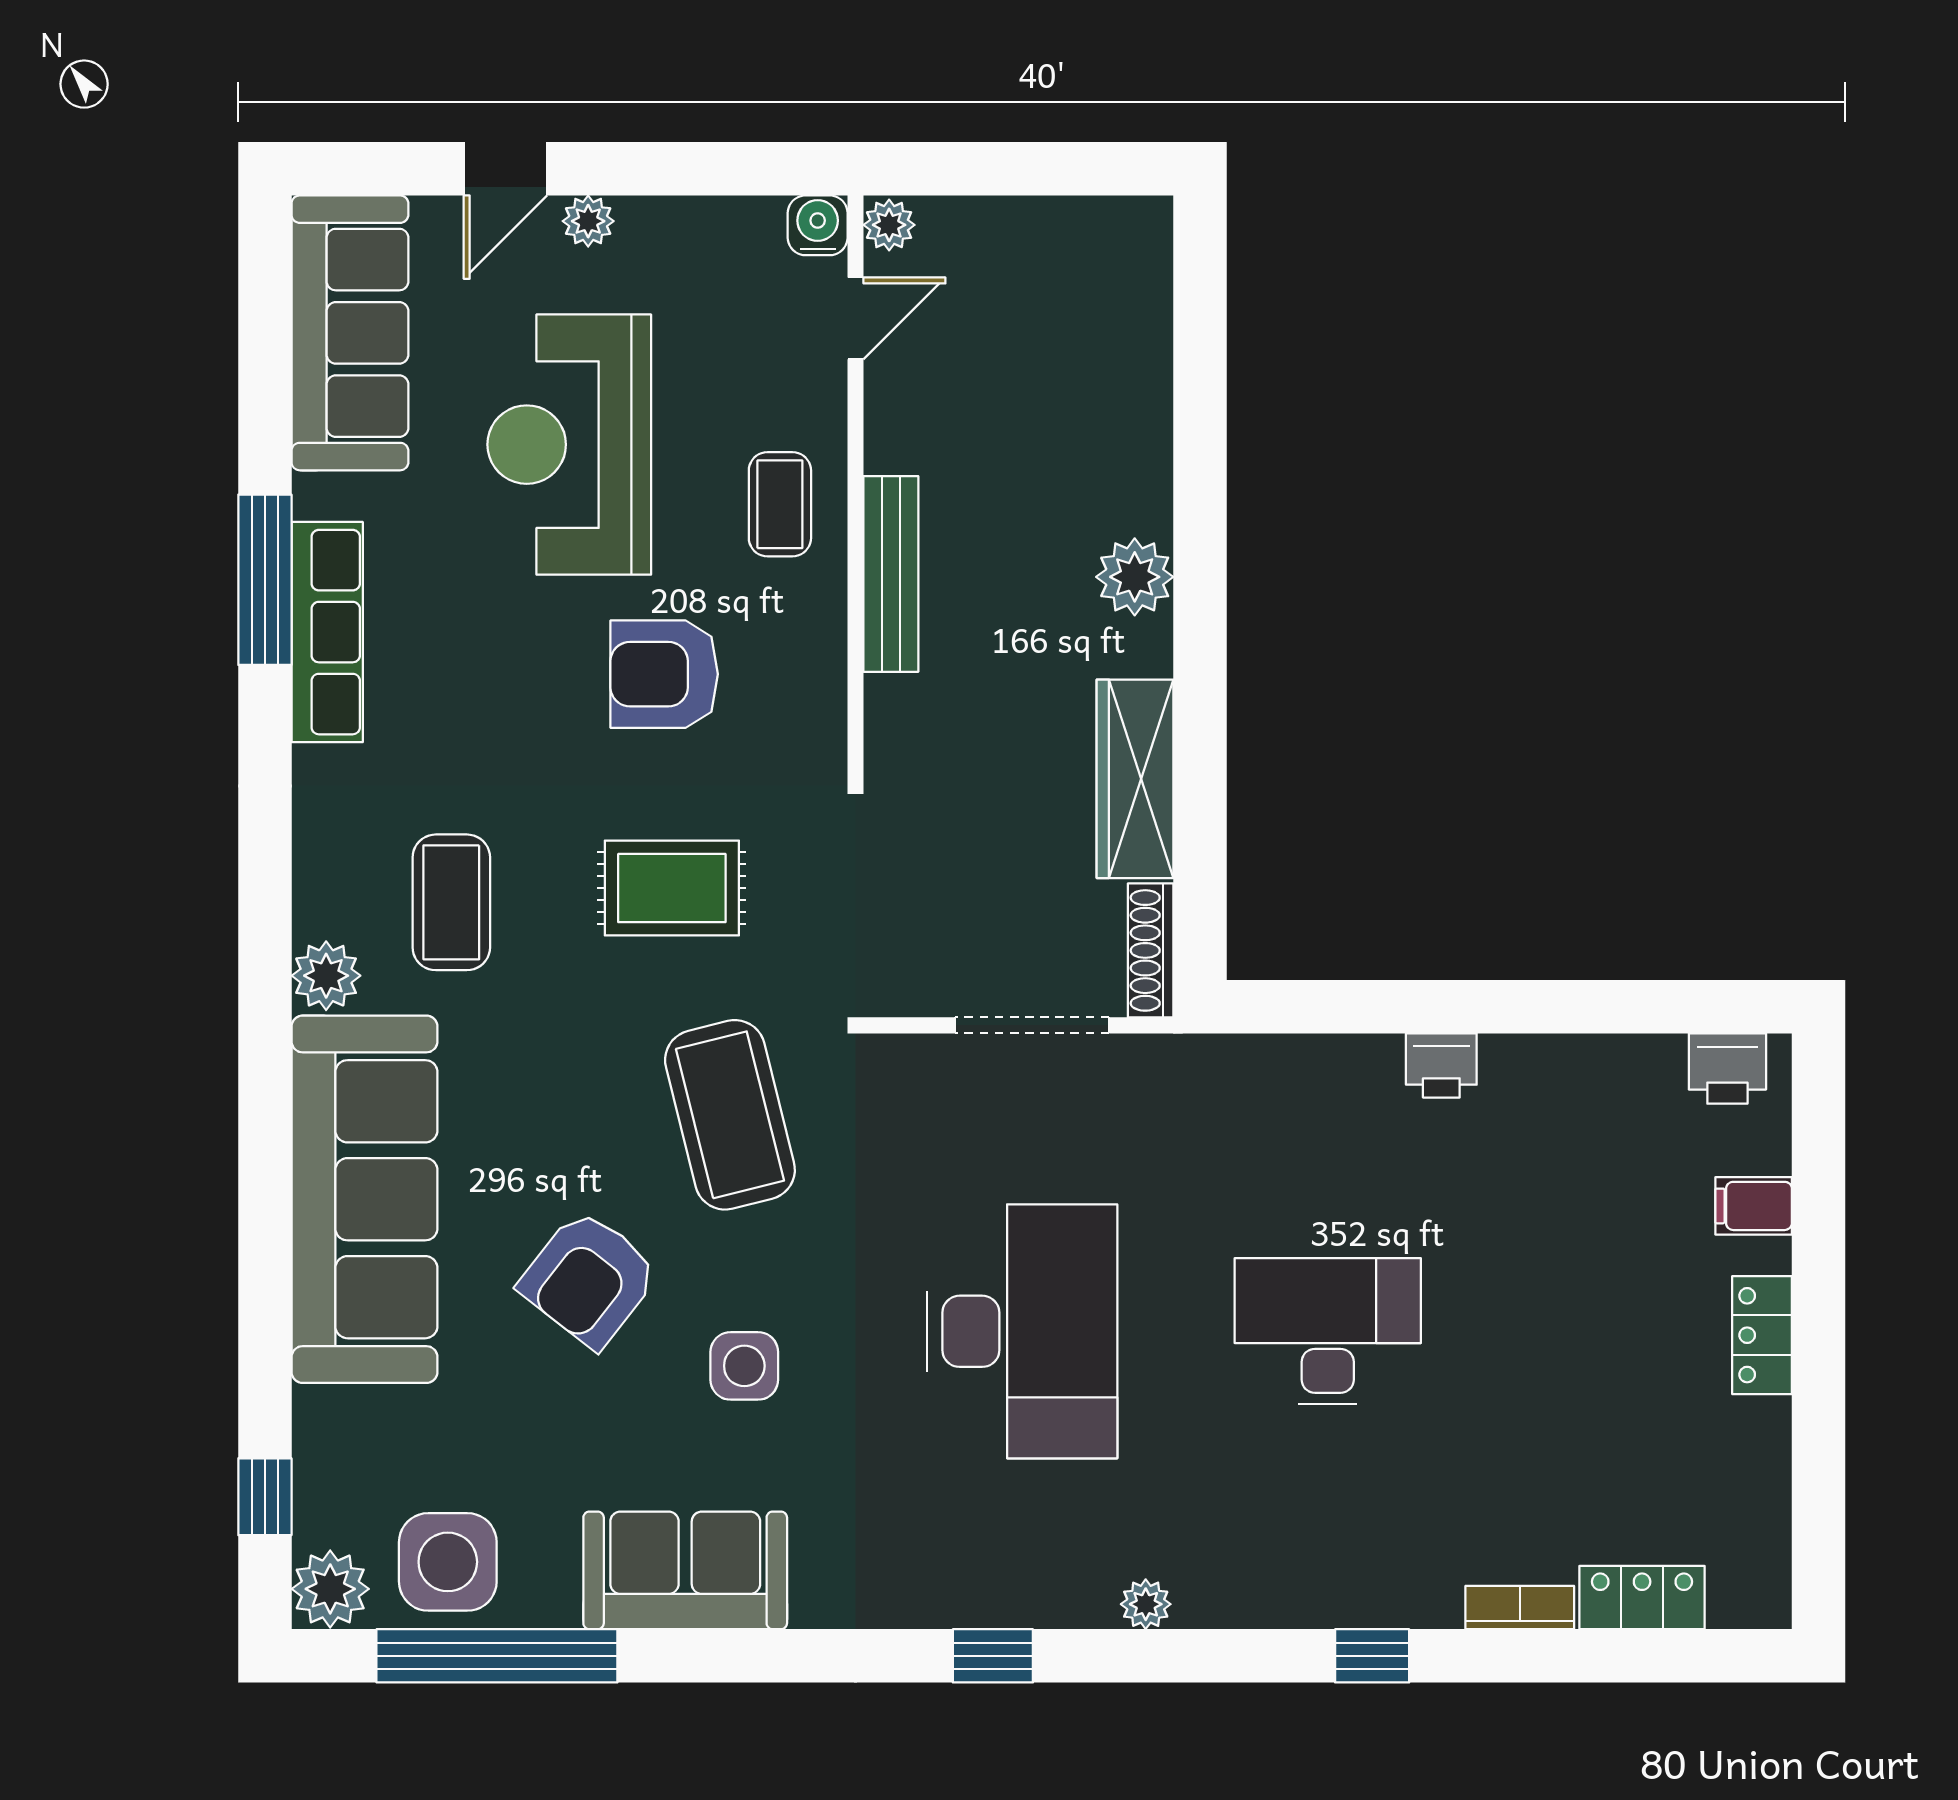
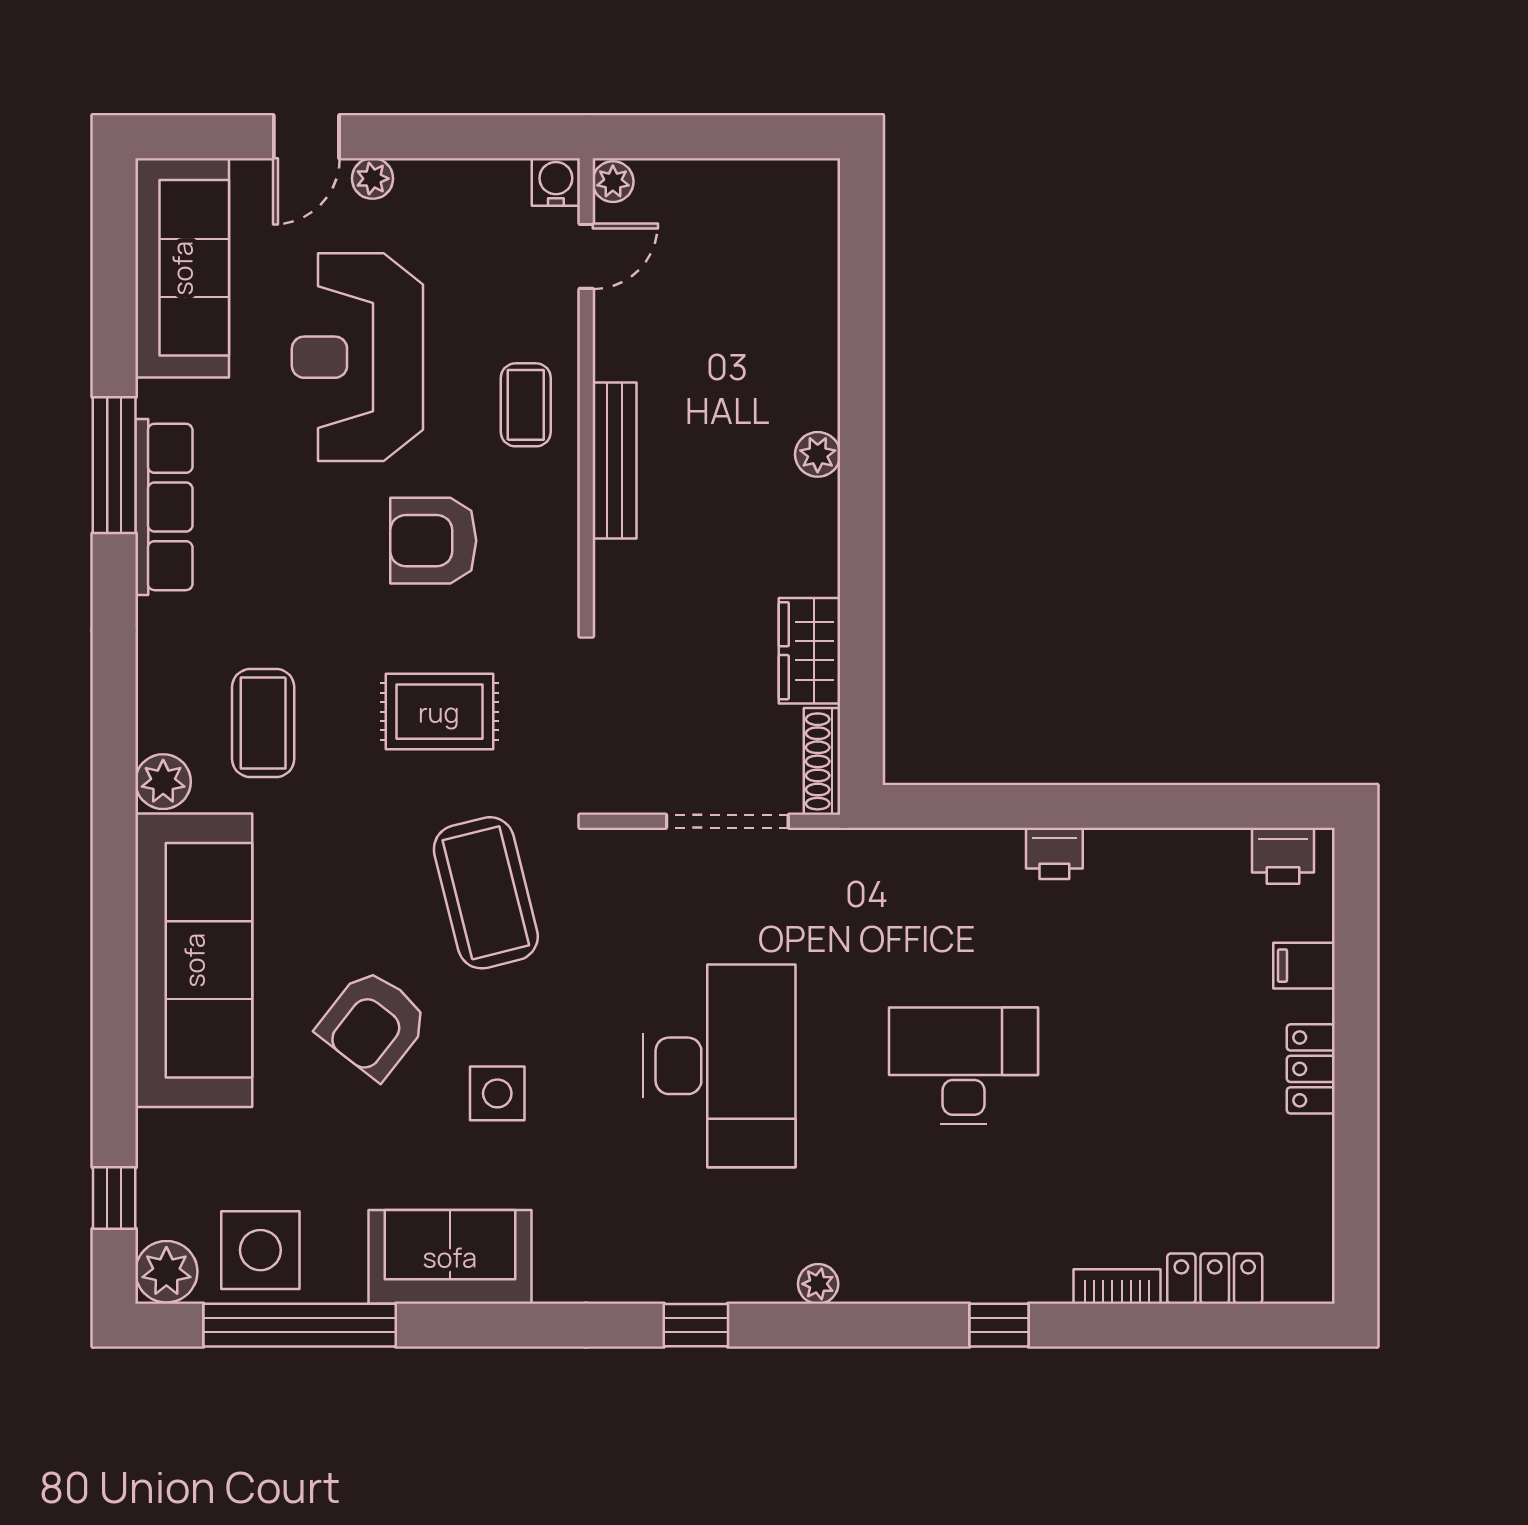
plant: (1135, 577) -> (818, 454), width x0.73, depth x0.73
wardrobe: (1135, 779) -> (810, 651), width x0.67

